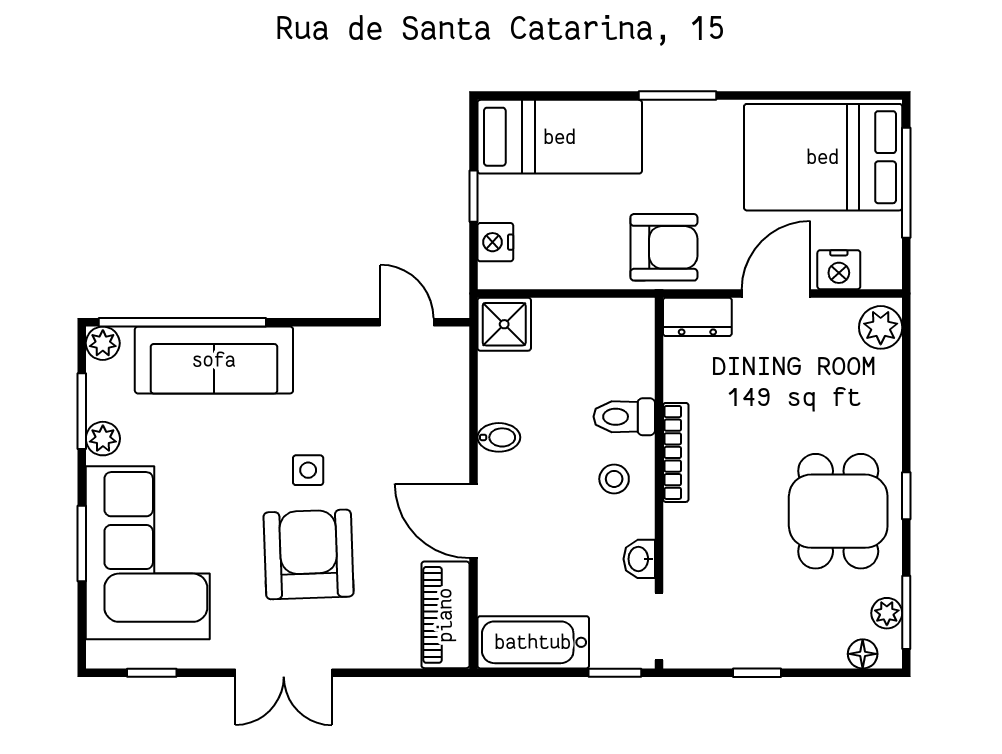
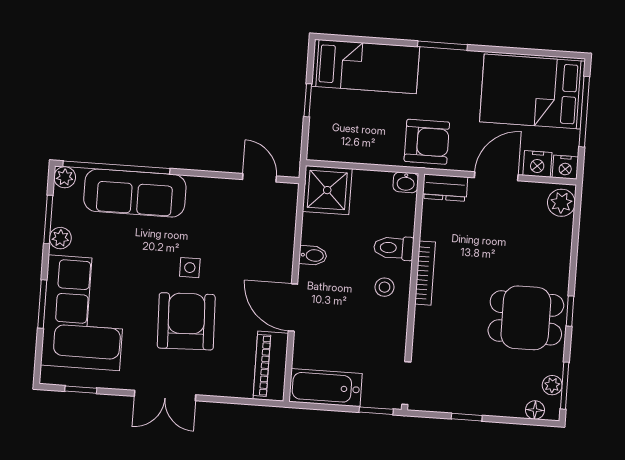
nightstand: (495, 242) -> (565, 167), moved, turned -90
shower: (504, 324) -> (327, 190), width x1.36, depth x1.36
dining table: (838, 511) -> (526, 318), turned 90
washbasin: (639, 559) -> (406, 182), moved, turned -90

